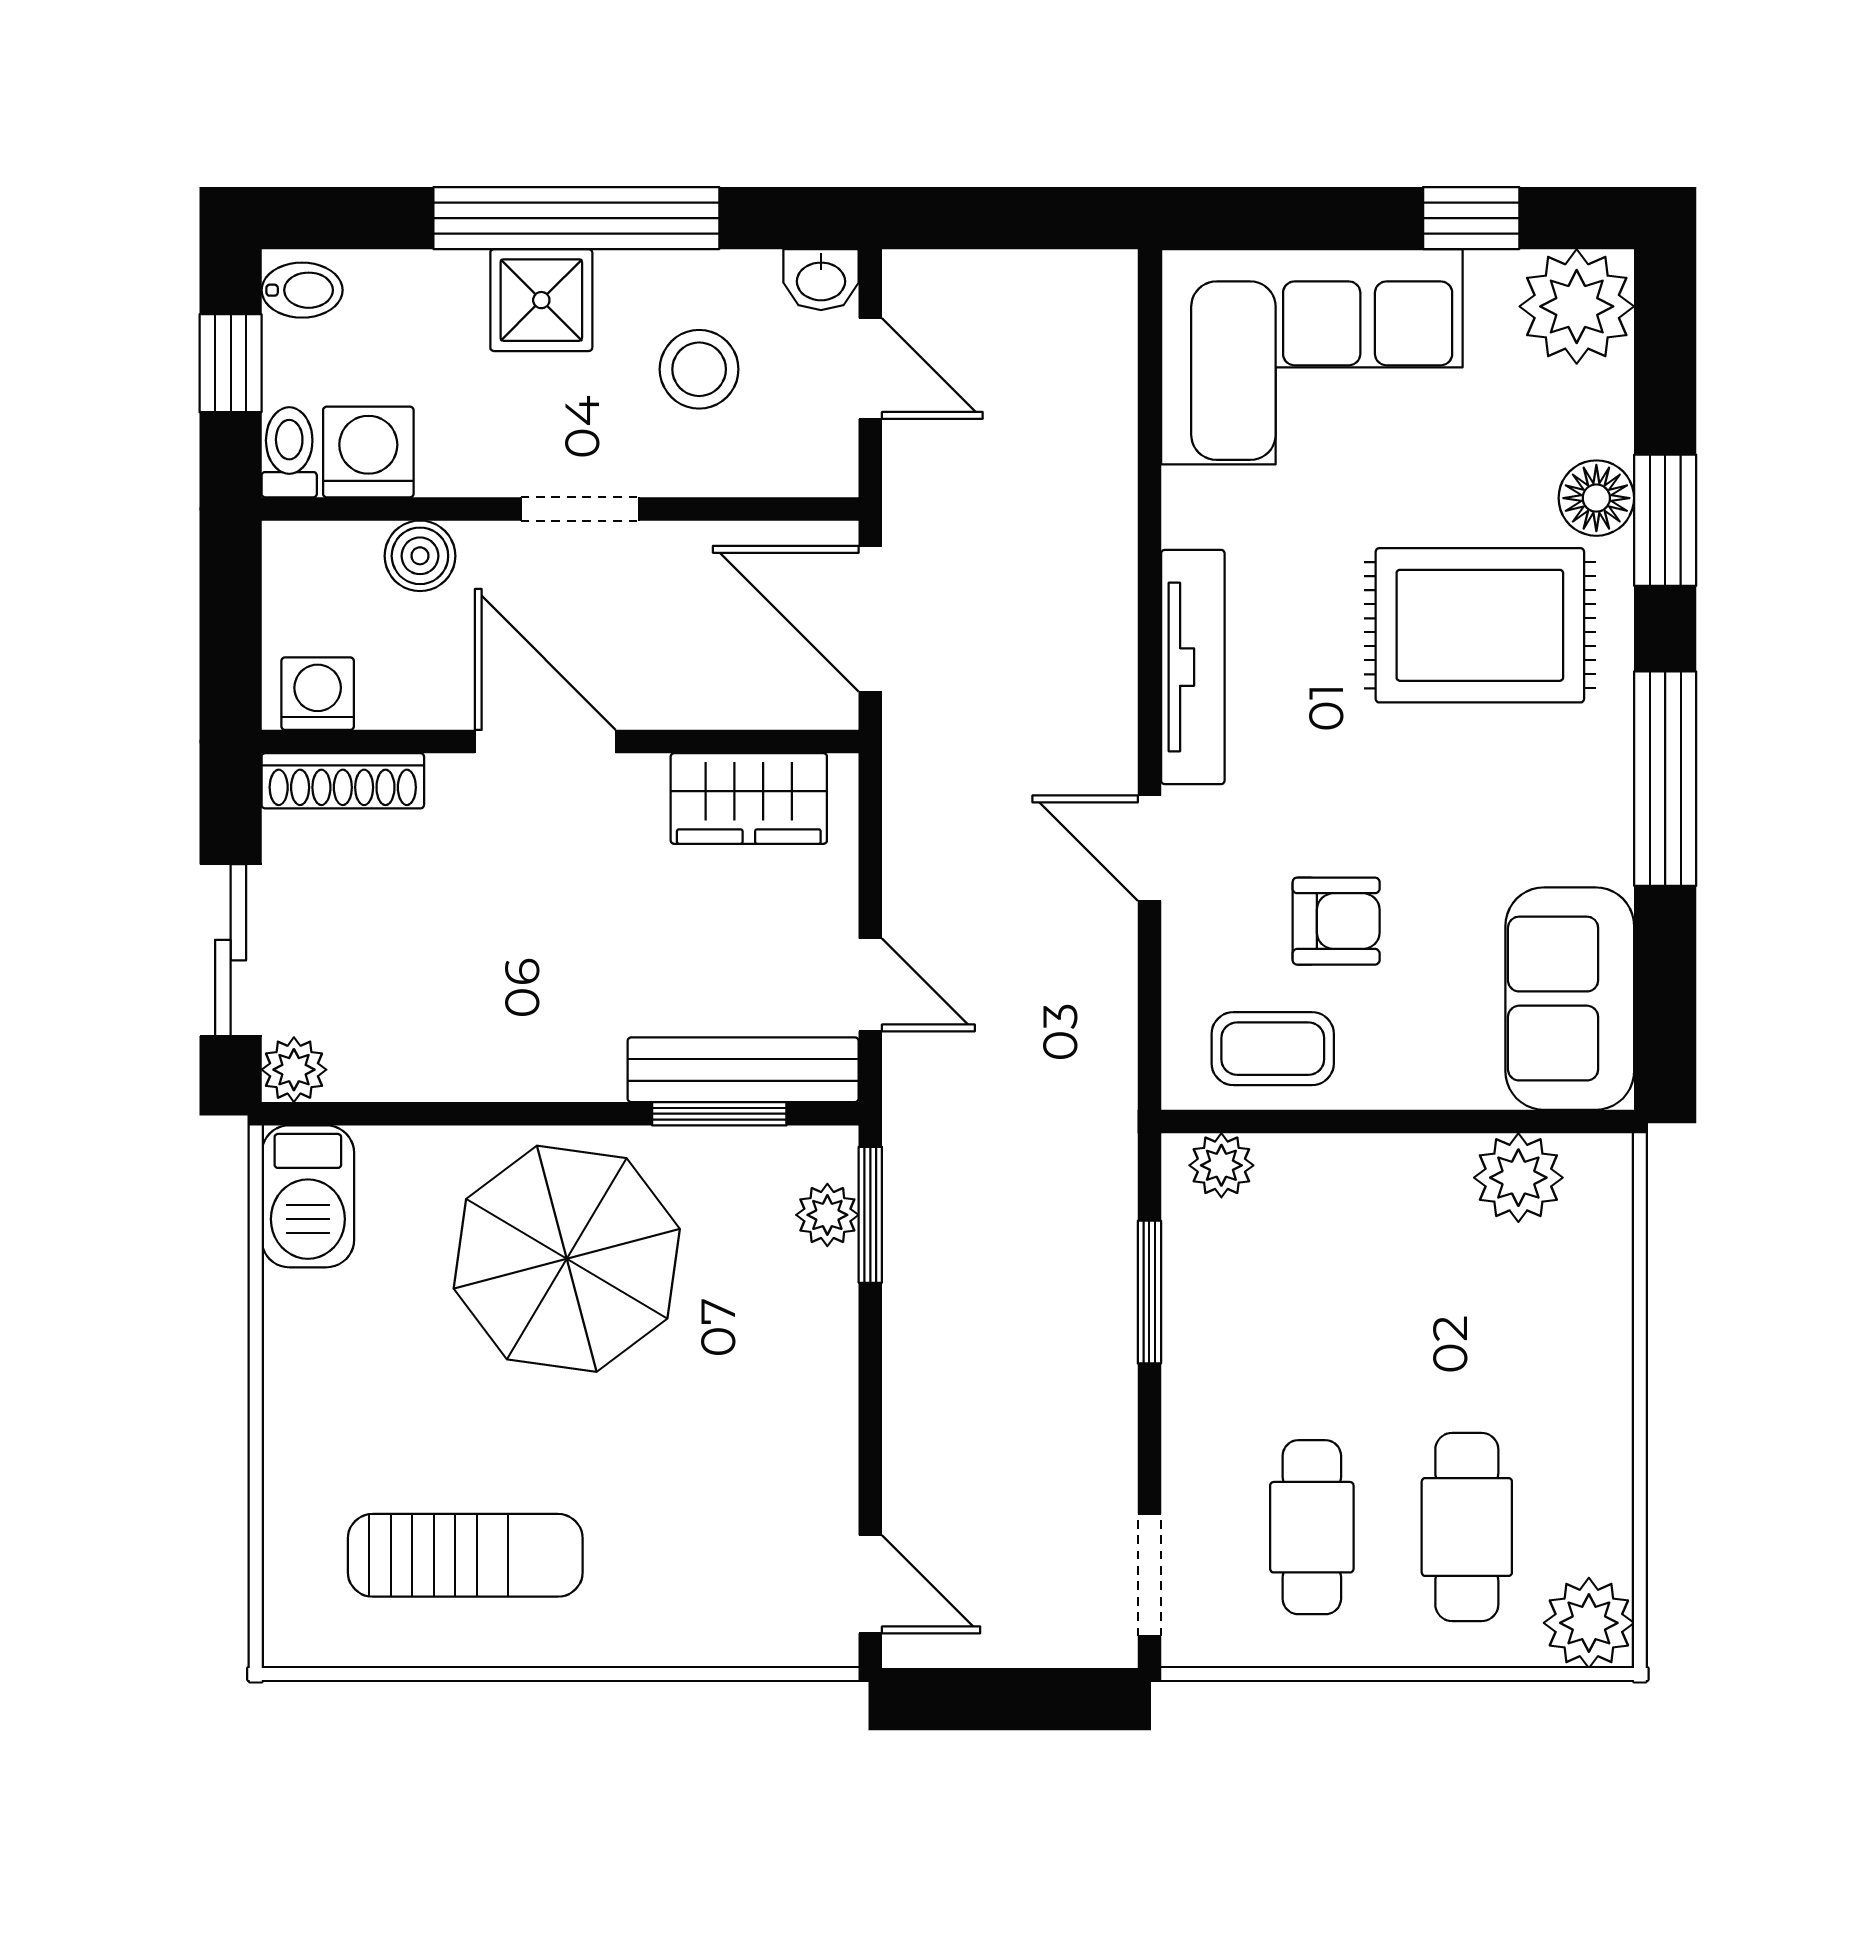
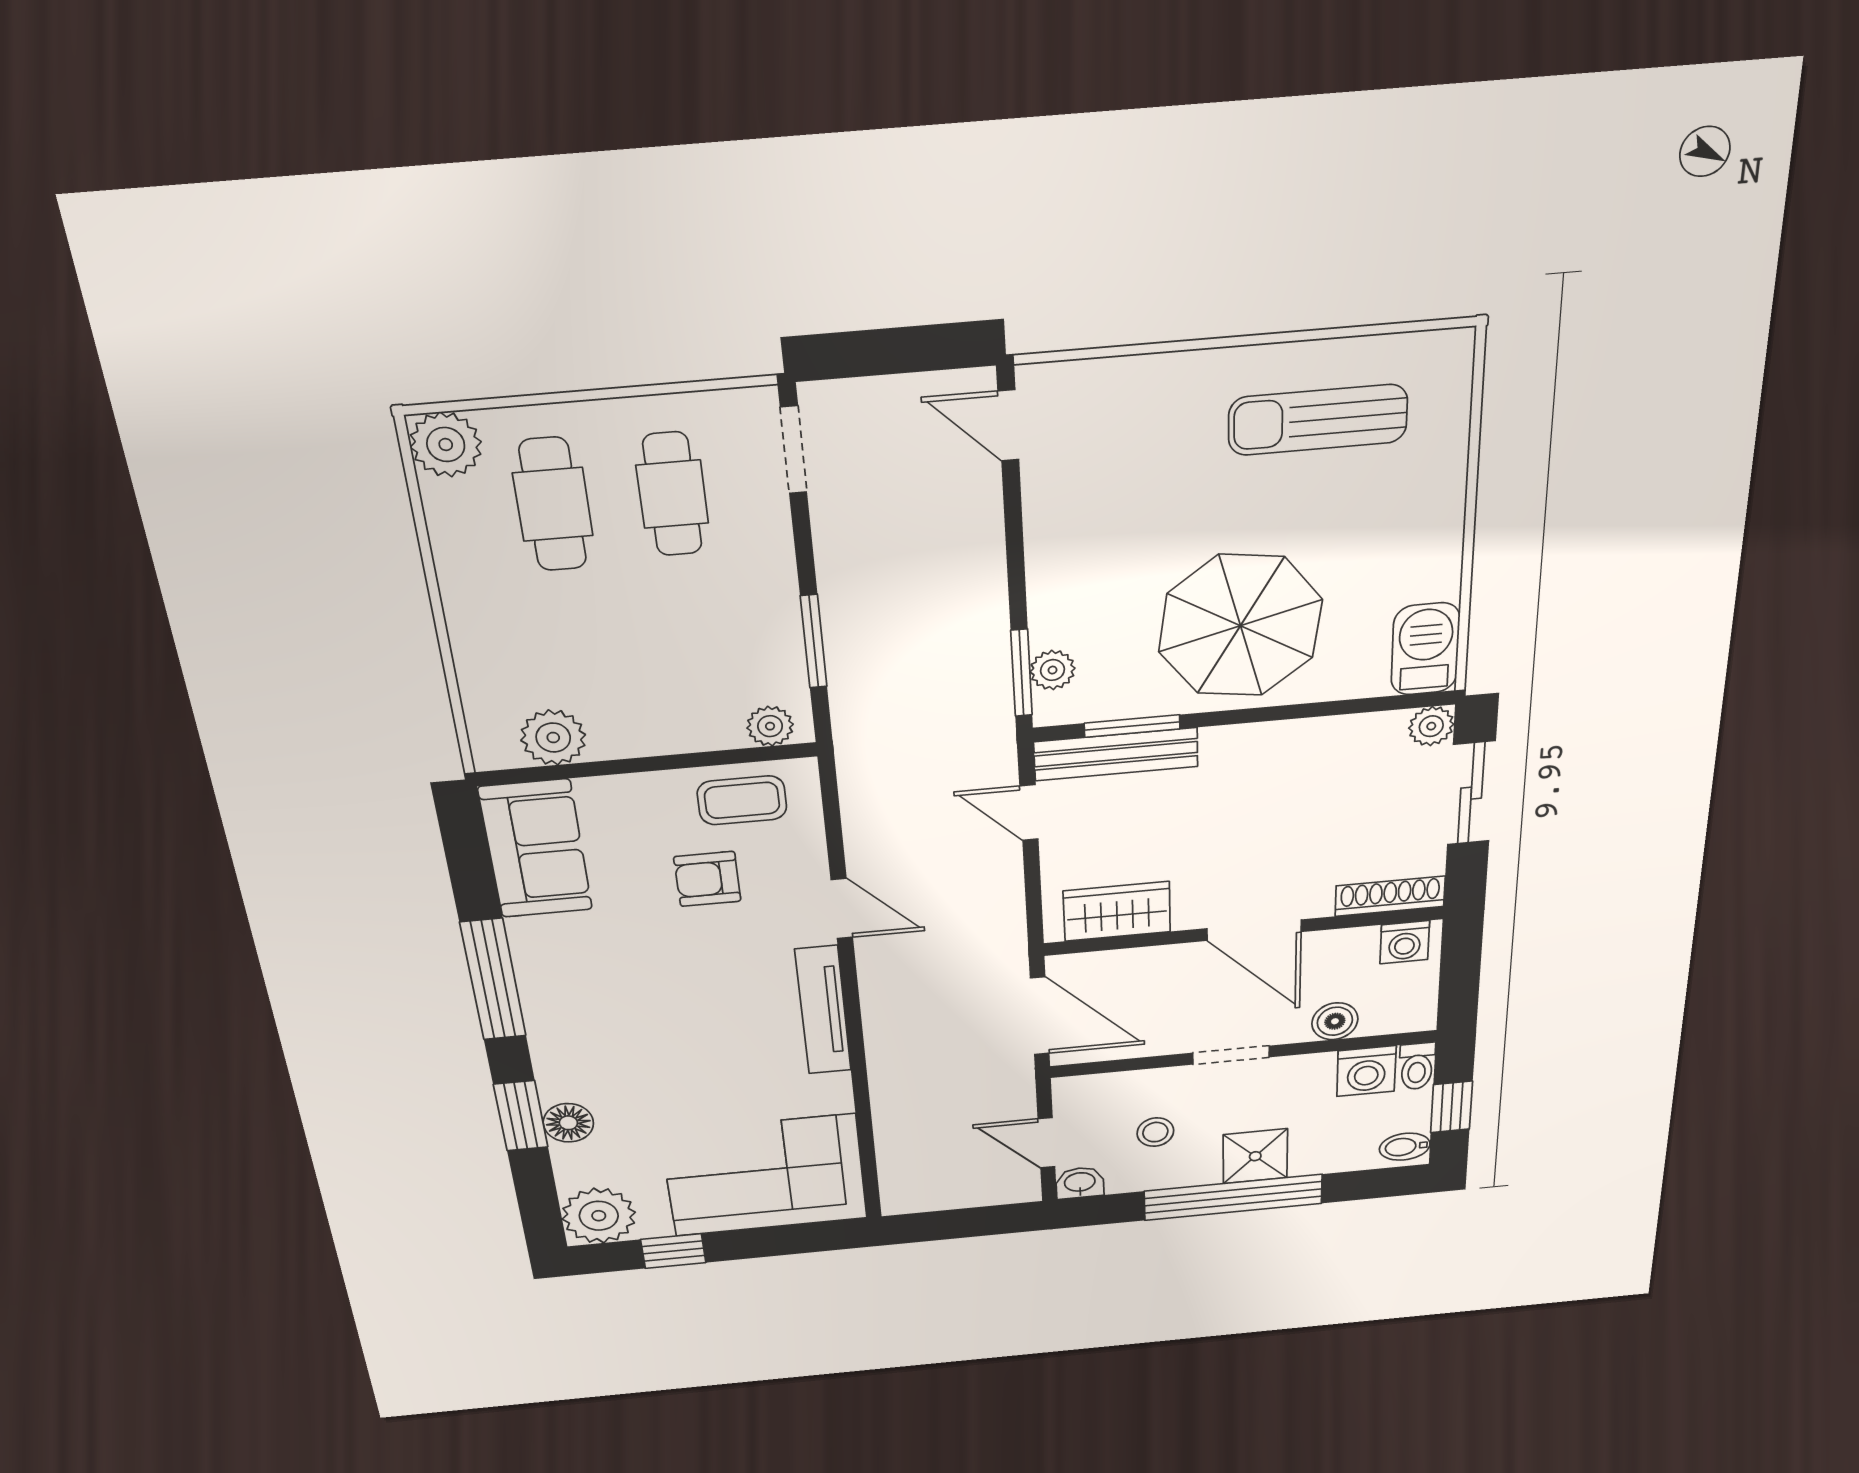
stool: (699, 369) -> (1155, 1132), width x0.73, depth x0.73
rug: (1480, 625) -> (634, 1050), removed

